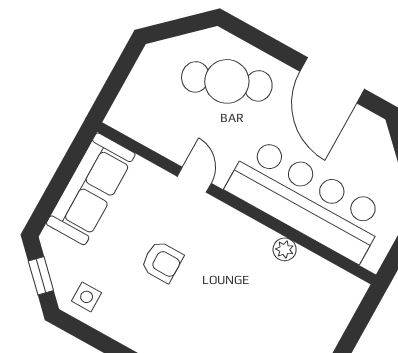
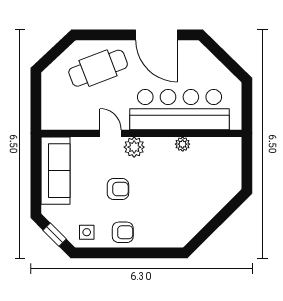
plant: (216, 217) -> (134, 147), added
armchair: (136, 324) -> (123, 232), added

